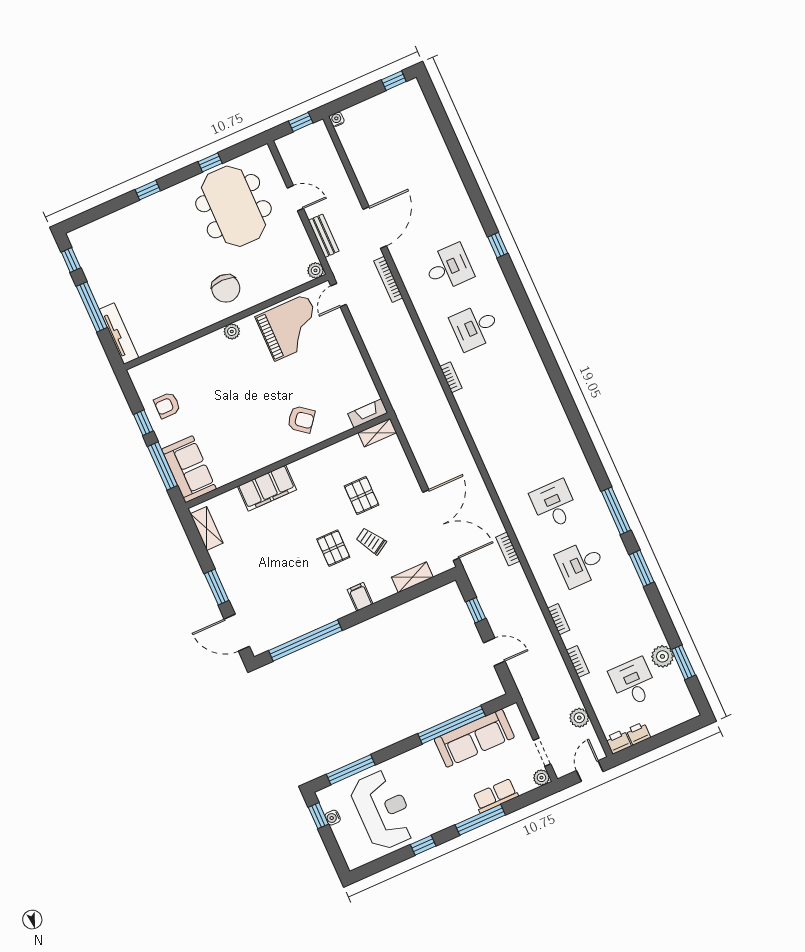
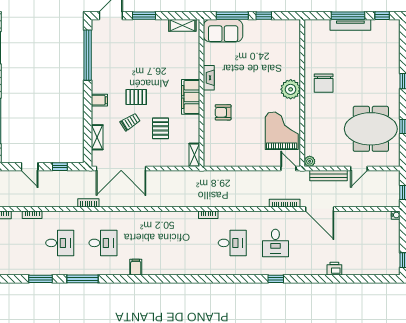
printer: (448, 171) -> (334, 269), added
bench: (324, 236) -> (328, 176), width x1.36
chair: (226, 288) -> (324, 83), moved, turned -90
grand piano: (291, 327) -> (282, 131), turned 180
desk: (475, 327) -> (232, 243), turned 90
plant: (232, 331) -> (291, 89), width x1.87, depth x1.87
tv unit: (119, 334) -> (350, 25), moved
armchair: (167, 405) -> (268, 35), removed
fireplace: (368, 413) -> (209, 78), moved
armchair: (301, 419) -> (223, 112), turned 52
filing cabinet: (567, 445) -> (136, 267), added
filing cabinet: (267, 488) -> (191, 97), moved
pallet: (362, 495) -> (161, 128), turned 90
desk: (581, 564) -> (60, 243), turned 90
door: (494, 652) -> (30, 167), hinge flipped

